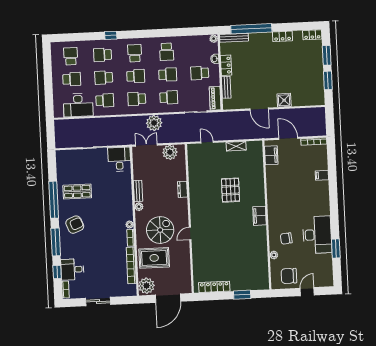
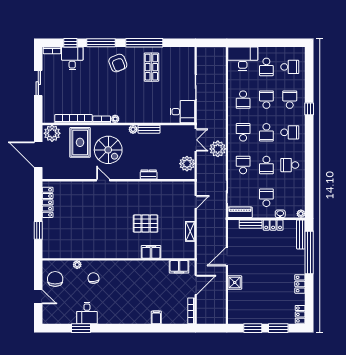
school desk: (169, 97) -> (243, 165), turned 180
desk: (78, 105) -> (243, 59), moved, turned 90
filing cabinet: (259, 216) -> (151, 252), moved
desk: (317, 235) -> (87, 313), width x0.53, depth x0.77

